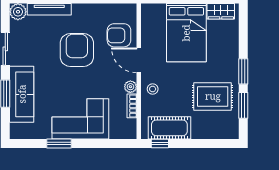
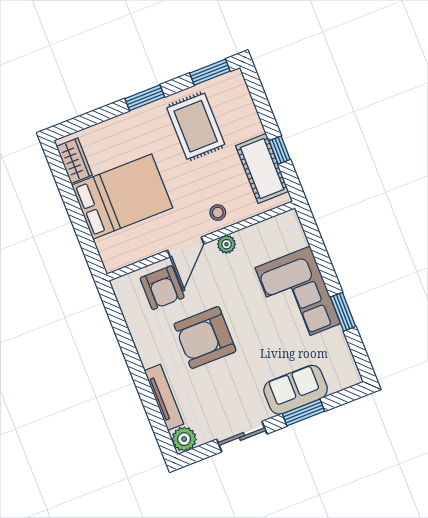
sofa: (22, 94) -> (296, 390), width x0.73
window: (243, 105) -> (210, 72), moved
bookcase: (132, 106) -> (252, 232), removed
window: (160, 144) -> (280, 150), moved

